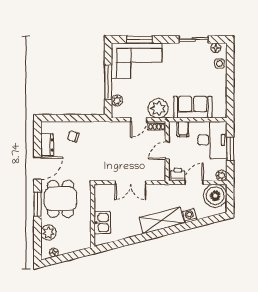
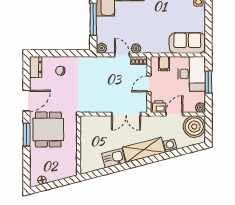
plant: (117, 101) -> (102, 48), moved
sofa: (193, 107) -> (187, 43), moved
plant: (158, 108) -> (136, 48), width x0.53, depth x0.53
door: (139, 120) -> (122, 55), swing flipped
dresser: (47, 145) -> (36, 67), moved
double door: (131, 182) -> (126, 114), moved
kitchen sink: (102, 223) -> (114, 158), moved, turned -105
plant: (48, 233) -> (37, 161), removed

